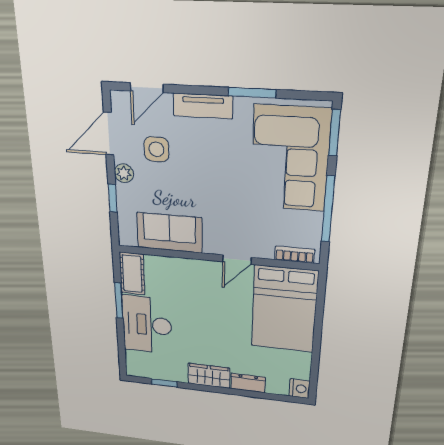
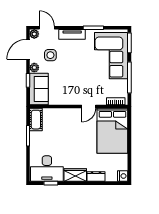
door: (147, 88) -> (47, 28), swing flipped
plant: (120, 101) -> (34, 34), added
sofa: (170, 233) -> (39, 89), moved, turned 90
desk: (147, 325) -> (47, 169), moved, turned -90

